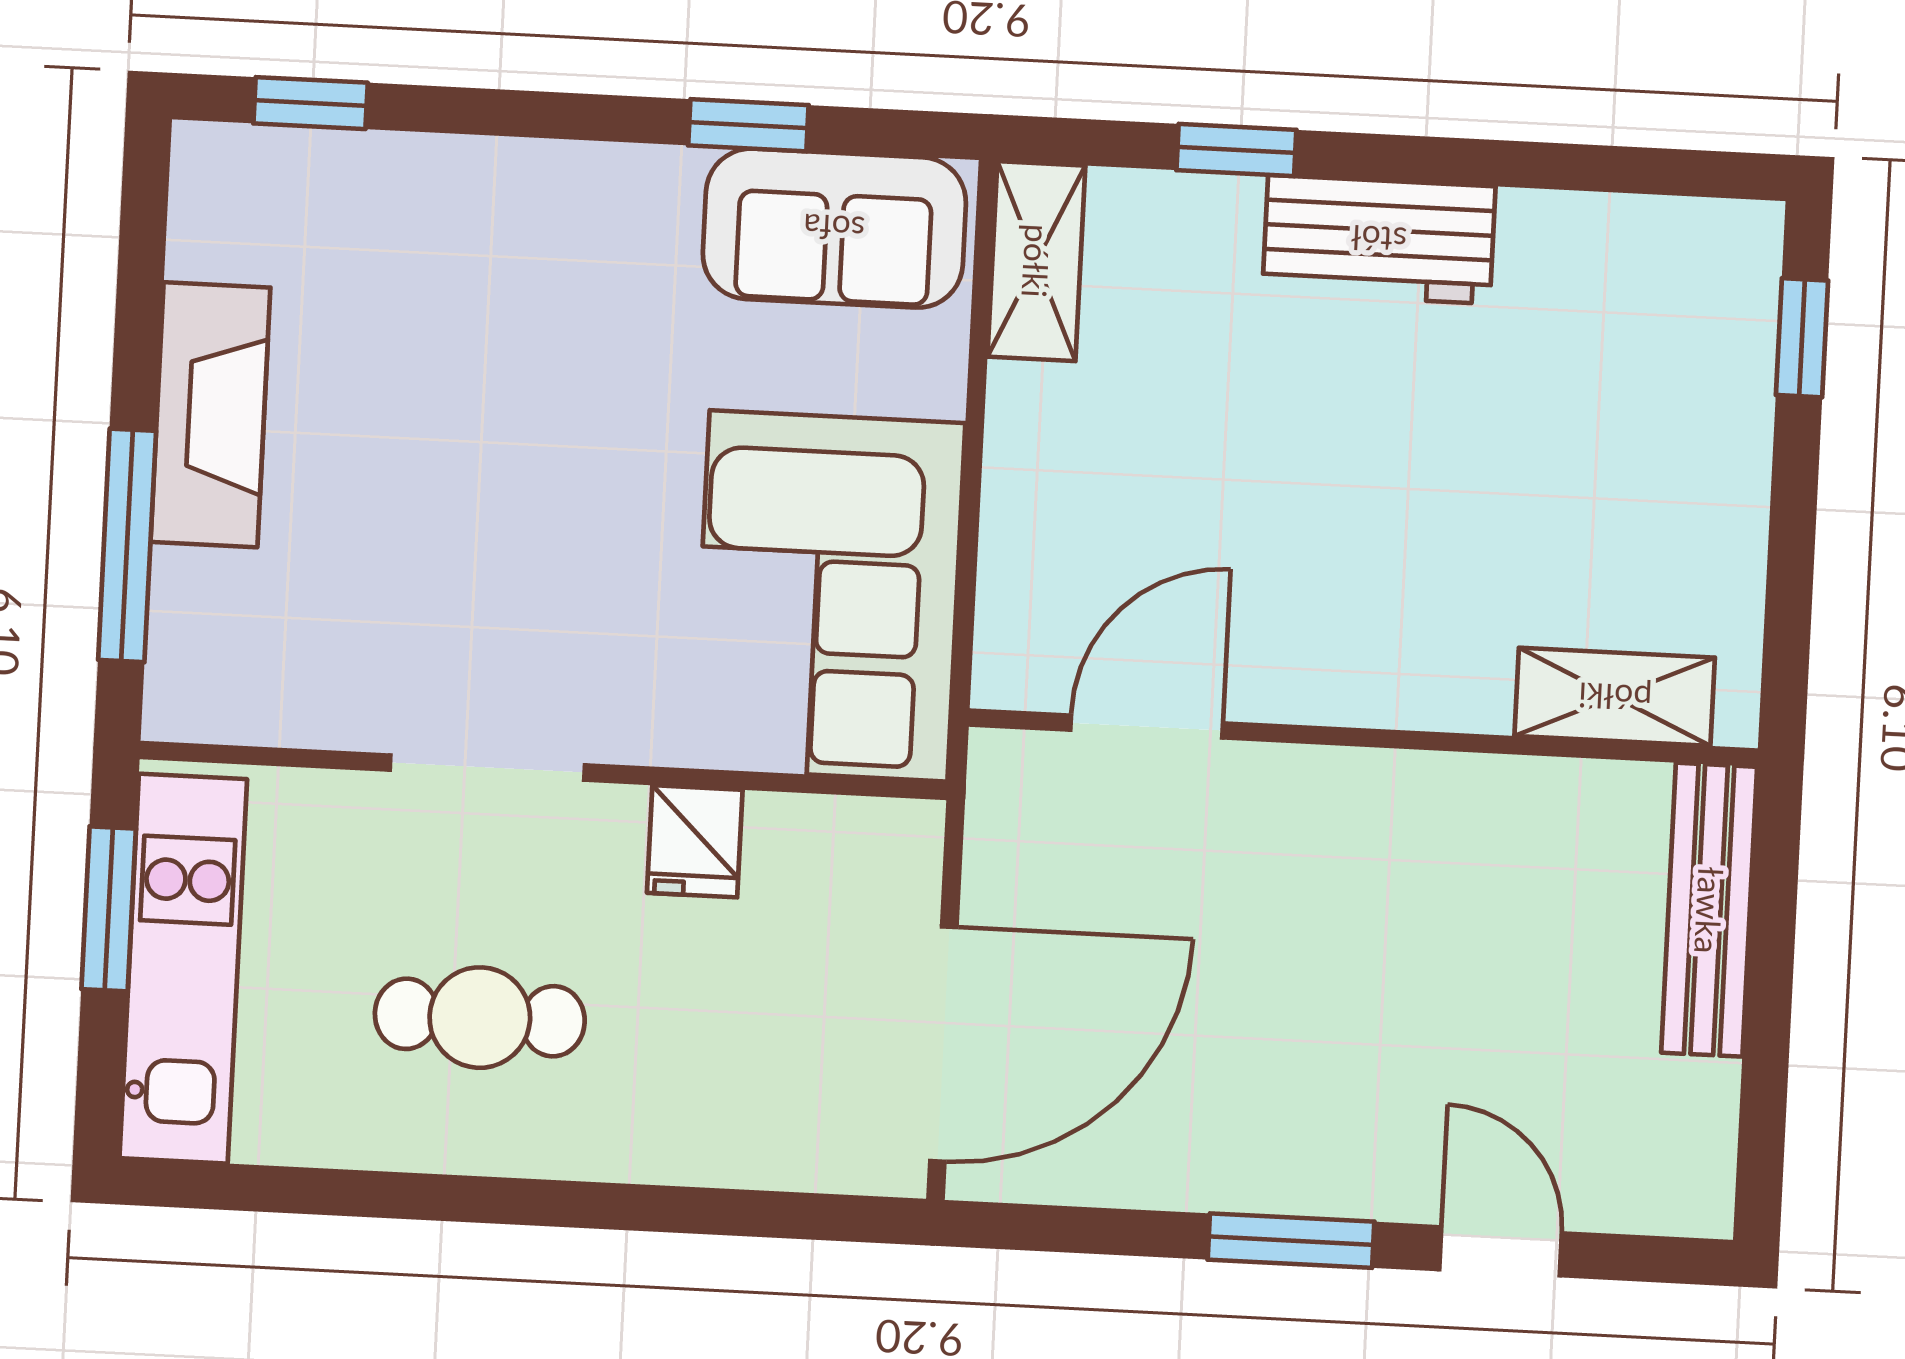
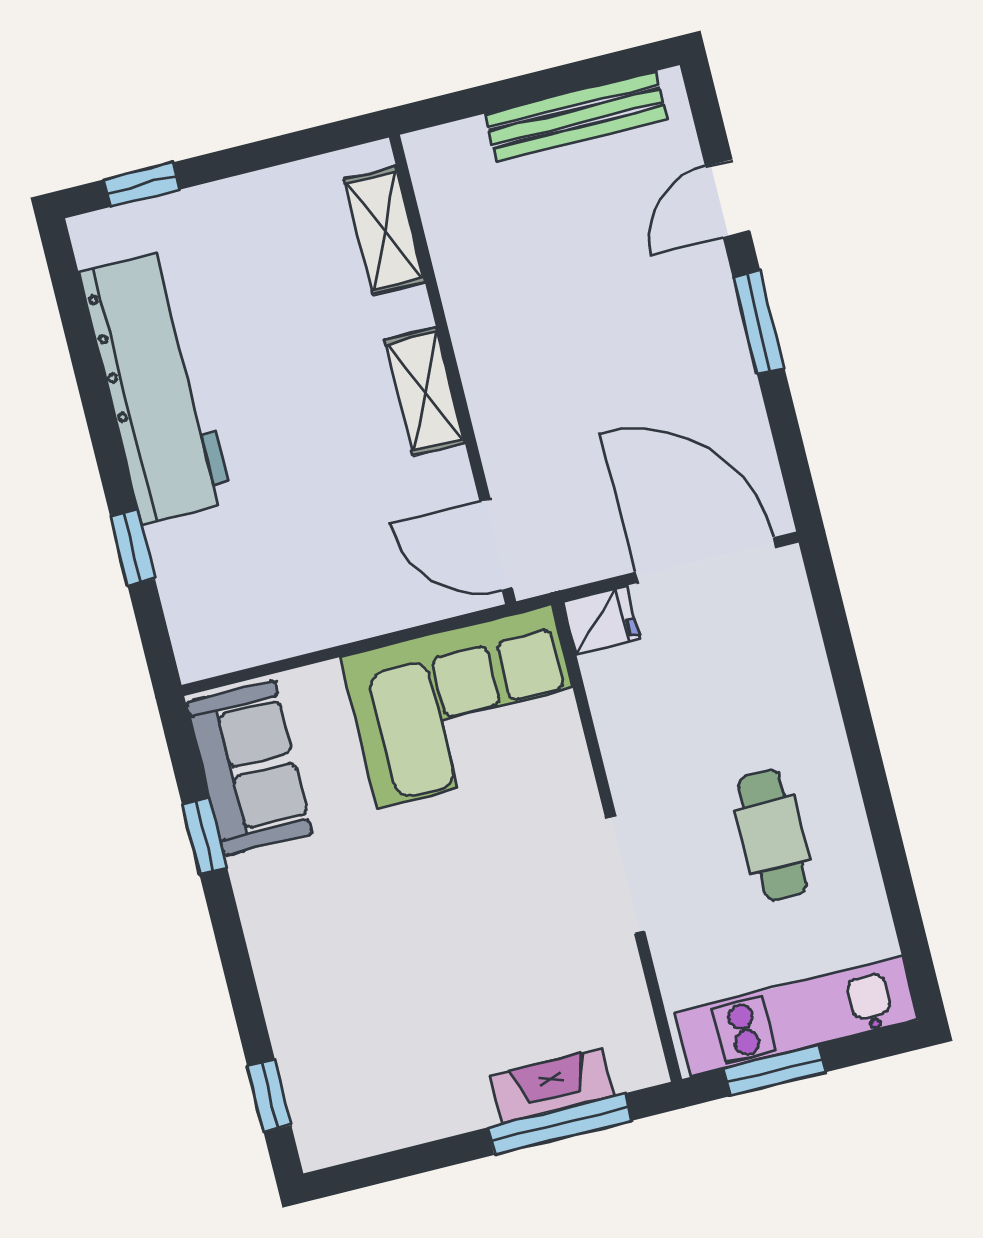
workbench: (1379, 239) -> (156, 387), width x1.88, depth x1.32
shelving: (1036, 261) -> (425, 392), moved, turned 90
fireplace: (210, 415) -> (552, 1086), moved, width x0.73, depth x0.76
door: (1147, 727) -> (496, 544), moved
fridge: (695, 841) -> (601, 620), moved
bench: (1709, 910) -> (576, 116), moved

